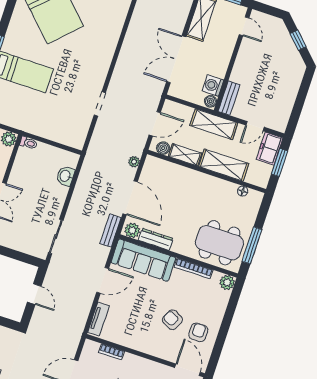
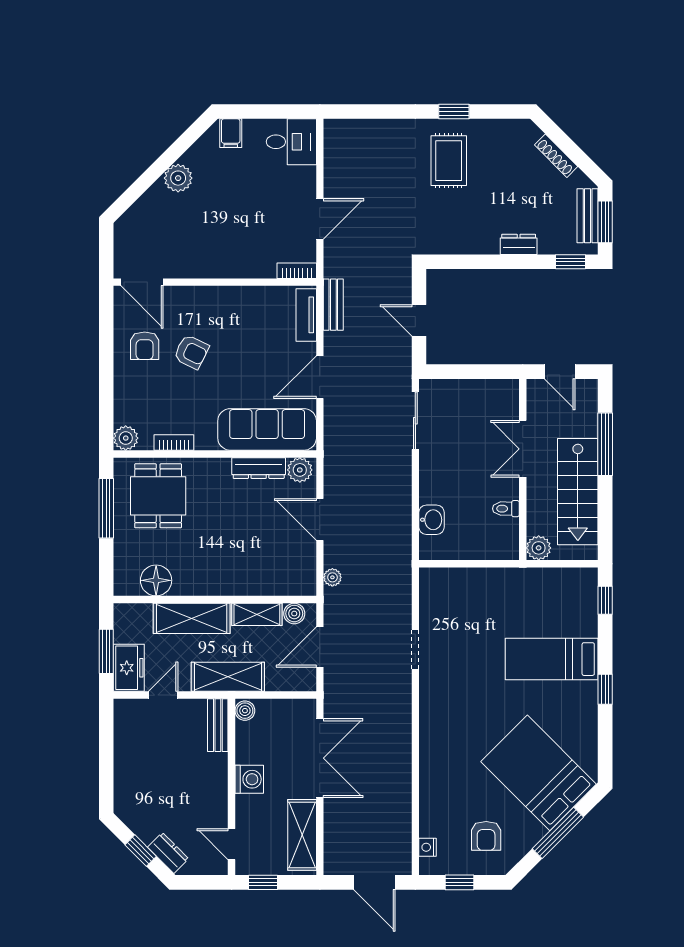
dresser: (283, 34) -> (168, 853), added
washing machine: (213, 85) -> (249, 779), moved
toilet: (28, 143) -> (506, 509), moved
floor lamp: (243, 191) -> (156, 580), width x1.89, depth x1.89
door: (130, 198) -> (320, 519), width x0.73
bench: (111, 231) -> (333, 305), moved
dining table: (219, 243) -> (158, 496), width x0.73
bookcase: (194, 268) -> (174, 442), width x0.64
bookcase: (112, 352) -> (297, 271), moved

